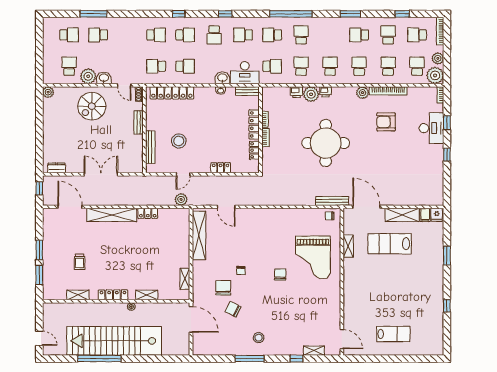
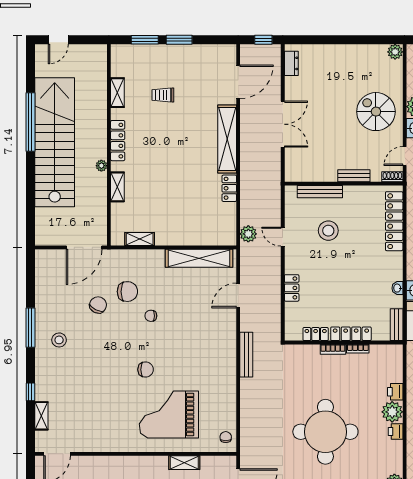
bench: (332, 201) -> (246, 355), moved

